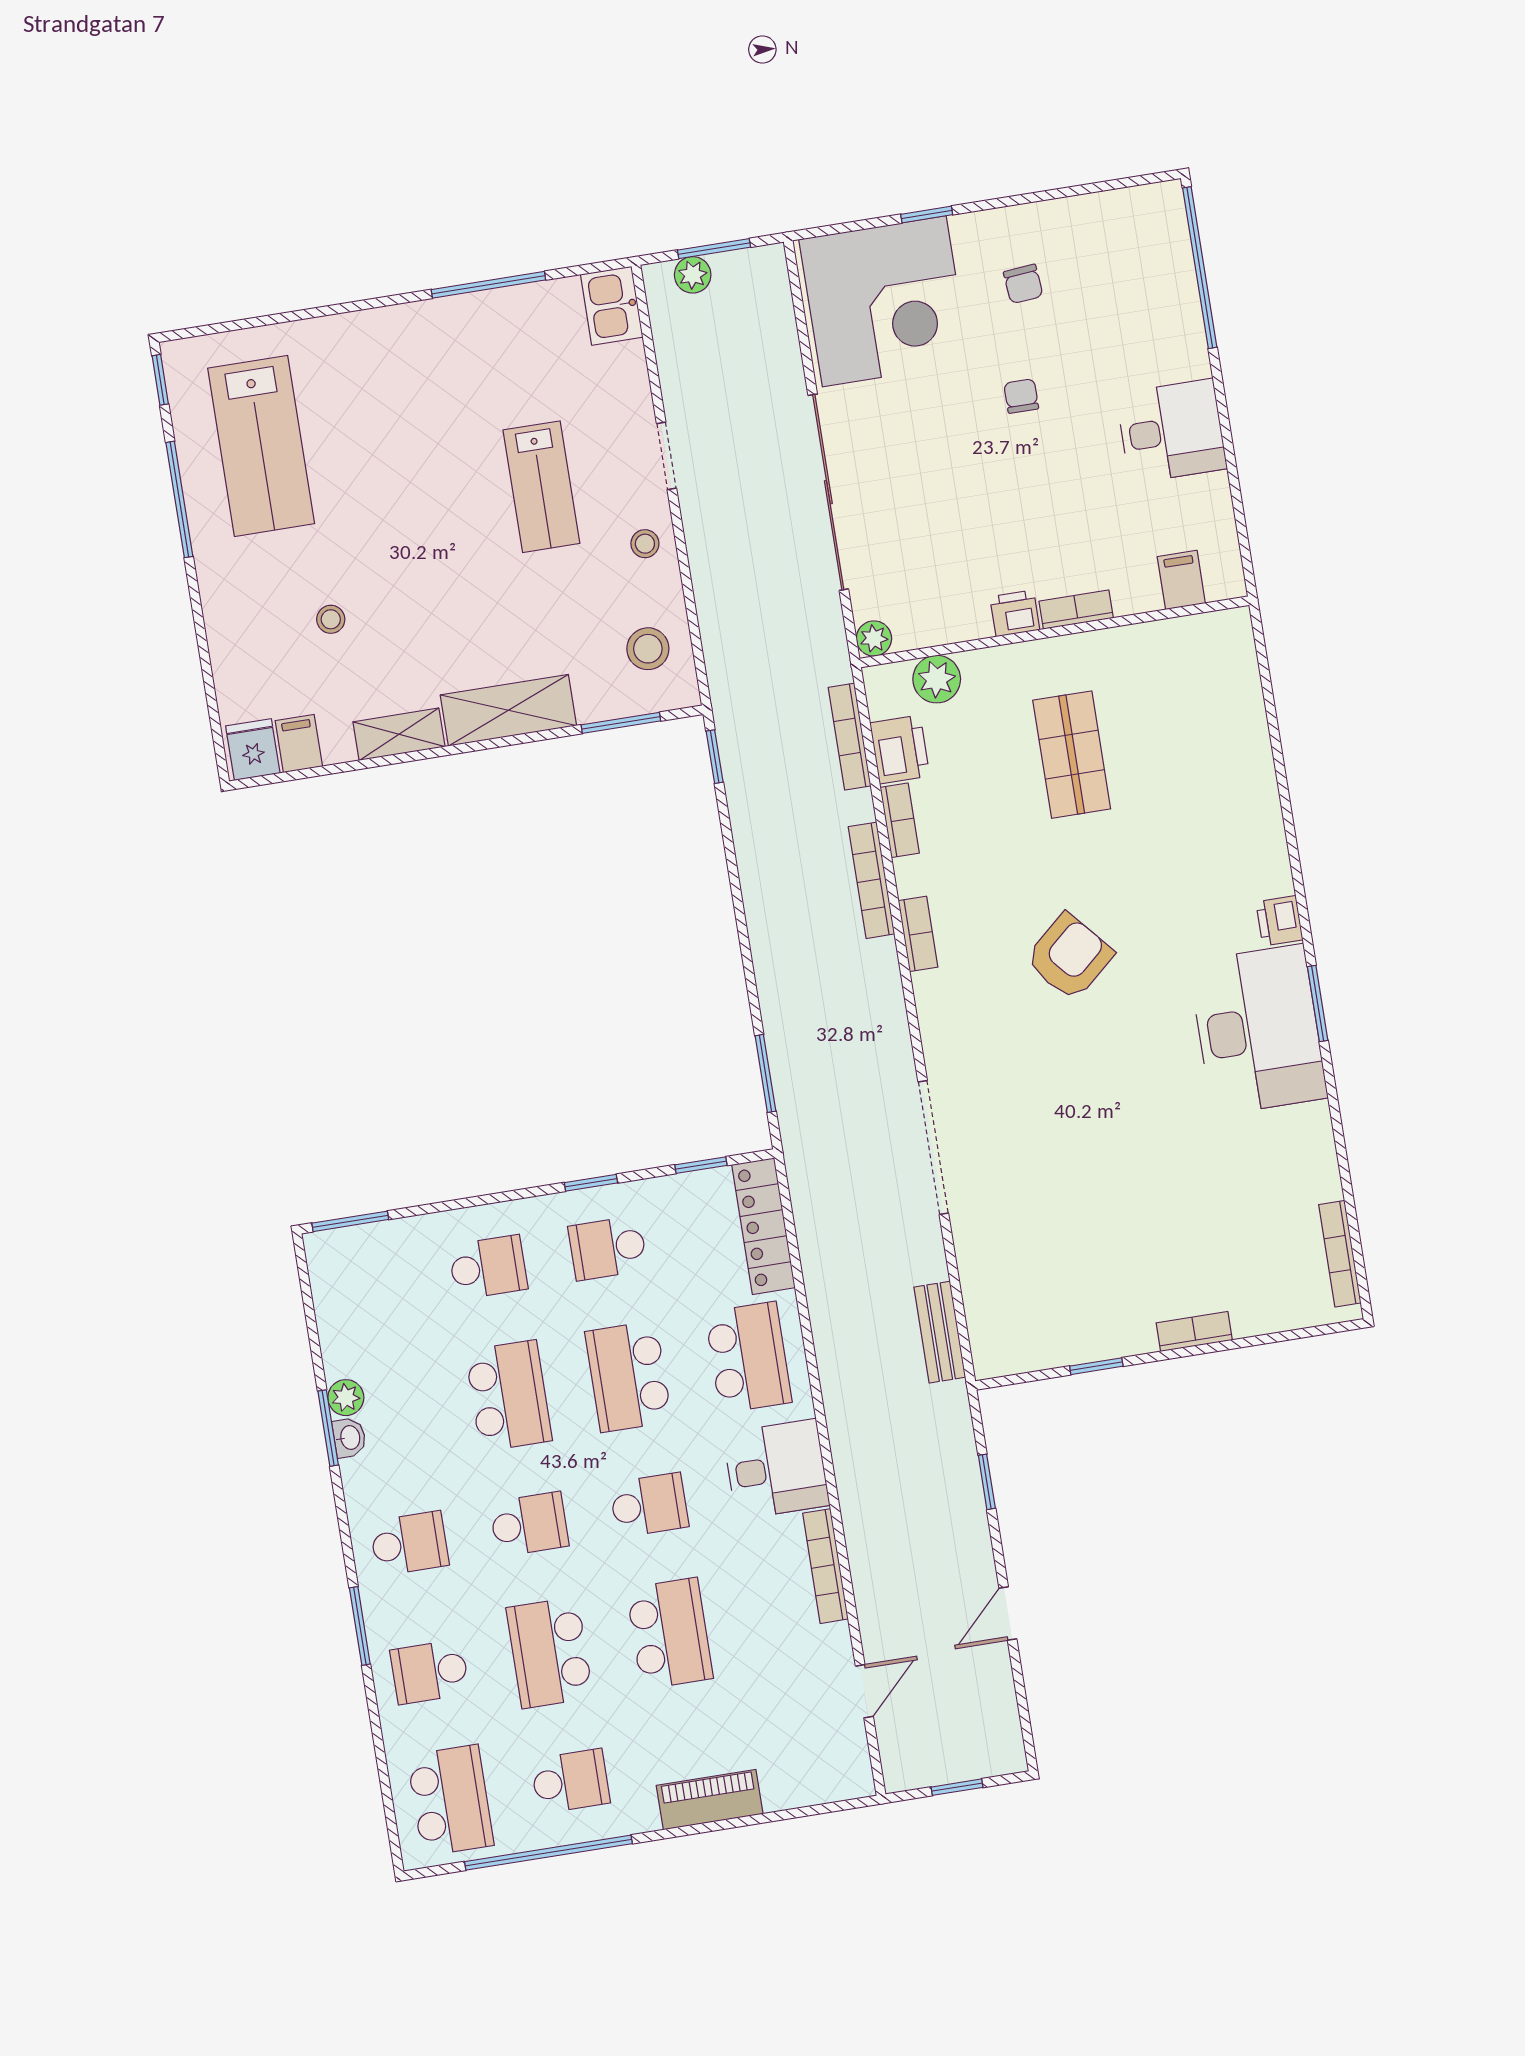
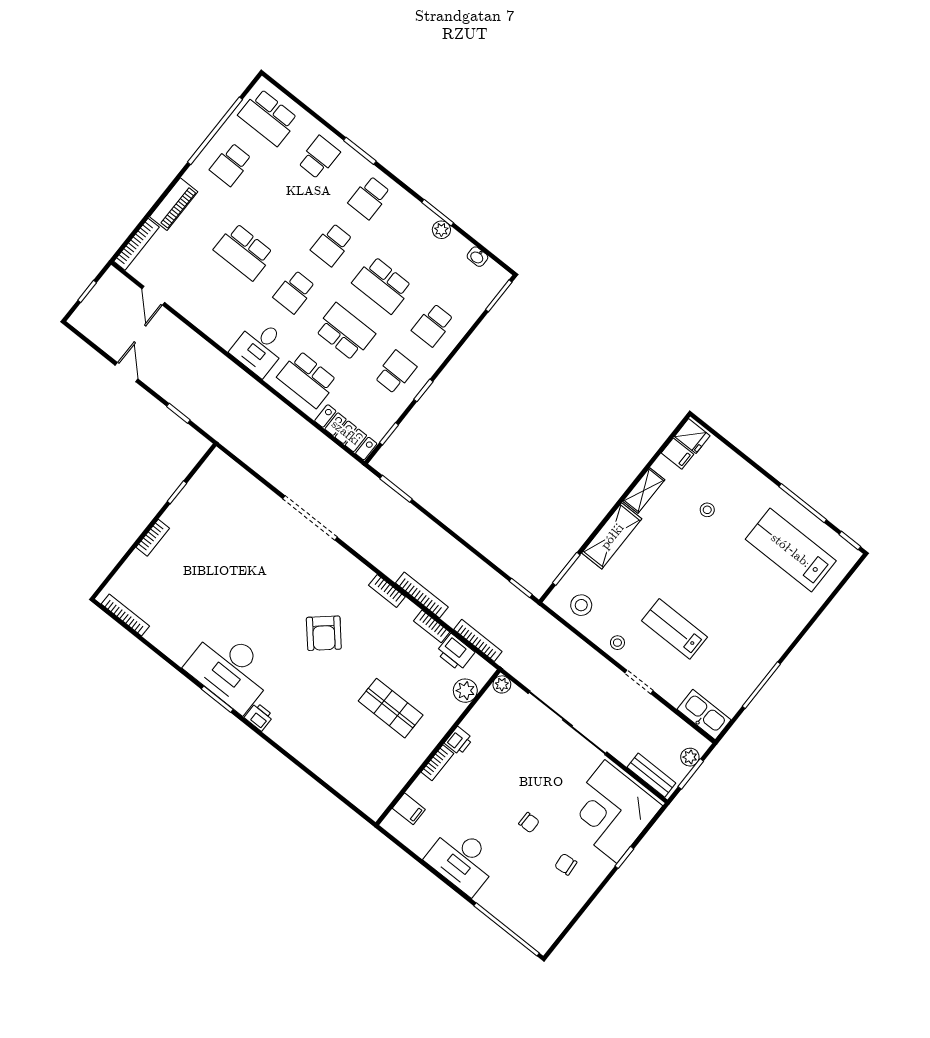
kitchen sink: (612, 306) -> (704, 715), width x1.38
desk: (1171, 431) -> (462, 860), width x1.37
bench: (940, 1332) -> (651, 775), moved
washbasin: (349, 1438) -> (477, 257), moved
bookcase: (825, 1566) -> (136, 244), moved, turned 90
school desk: (550, 1653) -> (281, 204), removed

